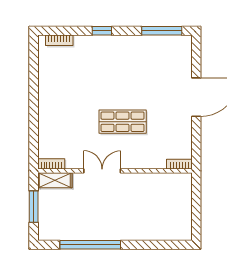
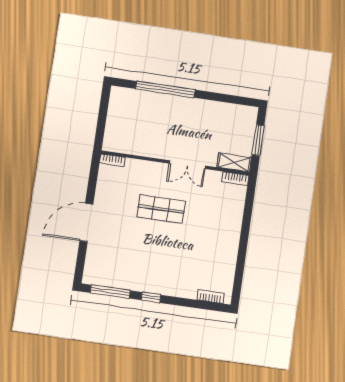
window: (102, 31) -> (151, 297), moved
window: (90, 245) -> (165, 89), moved

